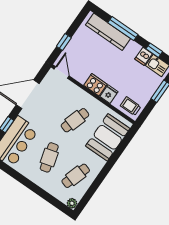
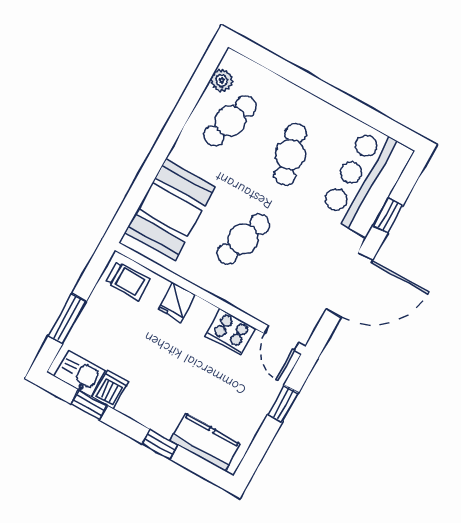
window: (123, 29) -> (160, 444), width x0.46
kitchen counter: (108, 32) -> (205, 442), width x0.67
cooker: (95, 85) -> (230, 332), moved
plant: (72, 203) -> (222, 80), moved

